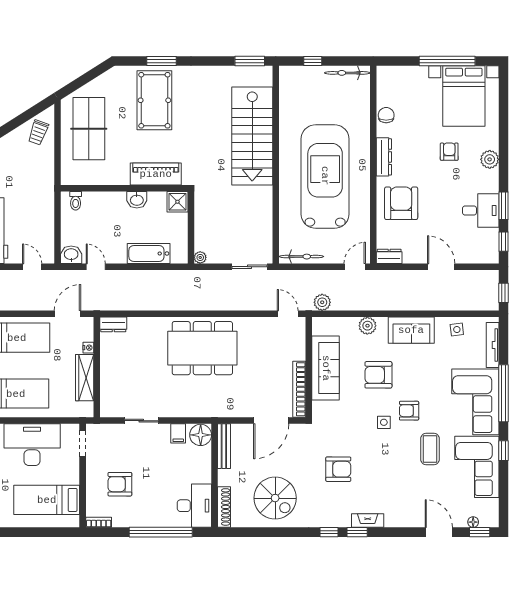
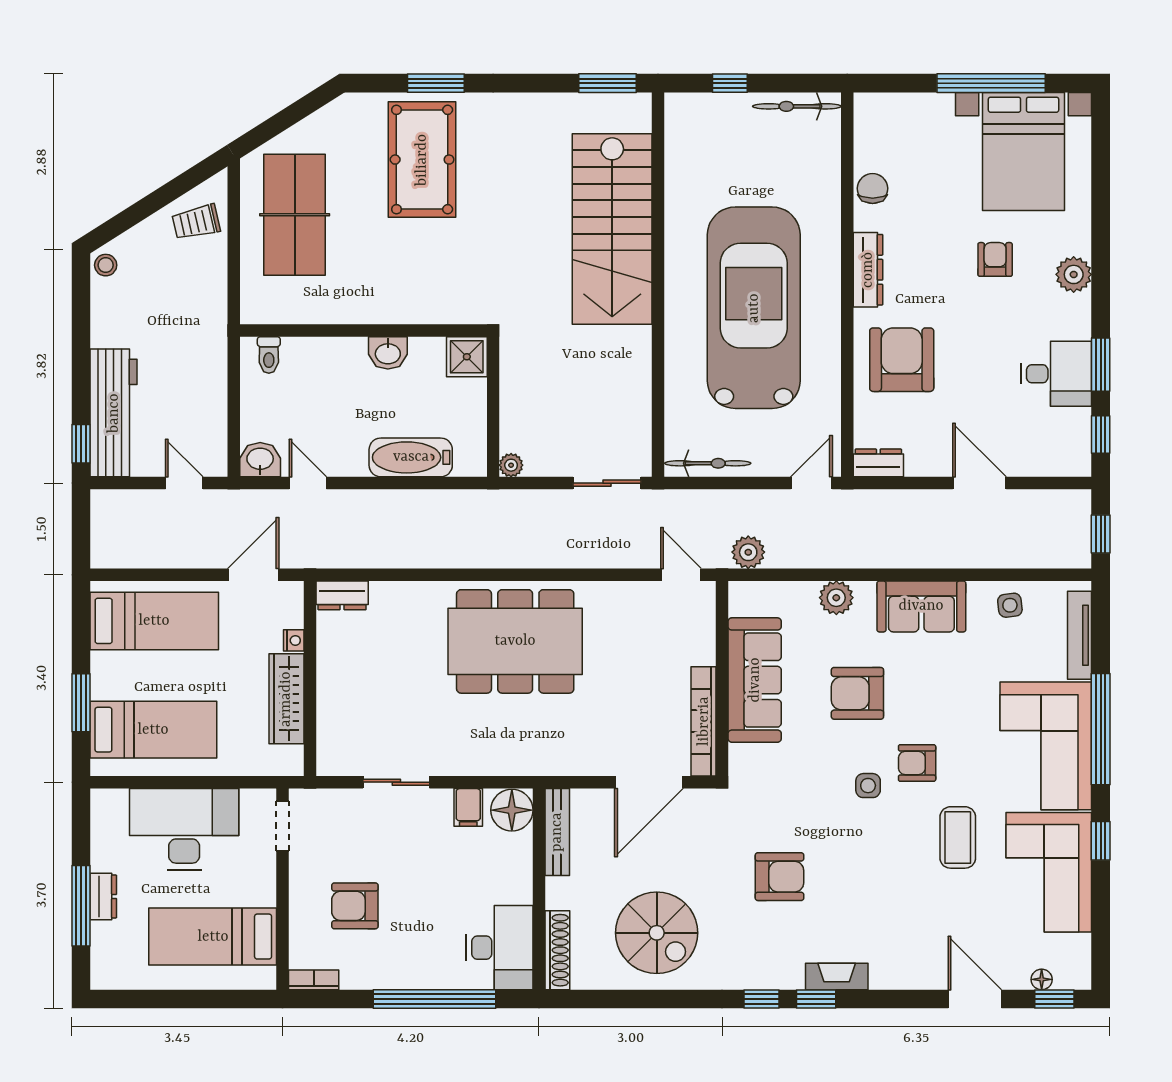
trolley: (38, 132) -> (196, 222), turned 57
piano: (156, 174) -> (425, 303), removed

